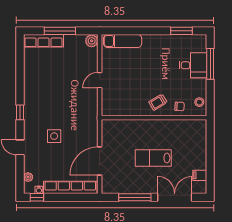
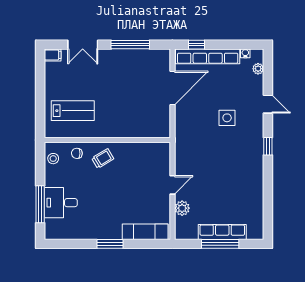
window: (182, 31) -> (110, 244), moved
row of seats: (43, 41) -> (222, 232), moved
plant: (92, 41) -> (182, 208), moved
lab bench: (153, 158) -> (73, 111), moved
filing cabinet: (200, 175) -> (53, 55), moved
window: (37, 197) -> (196, 45), moved
double door: (175, 197) -> (83, 45), width x0.73

